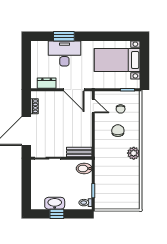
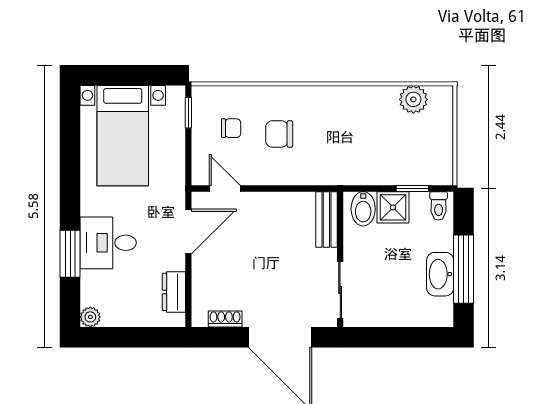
plant: (35, 45) -> (90, 317), added
desk: (64, 53) -> (108, 243), width x0.73
door: (93, 106) -> (225, 188), hinge flipped
plant: (134, 153) -> (413, 99), moved
shower: (85, 182) -> (393, 207), added
window: (57, 214) -> (464, 269), width x2.17

